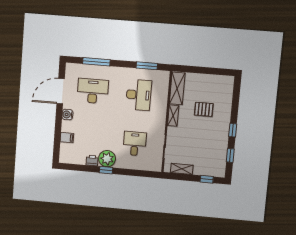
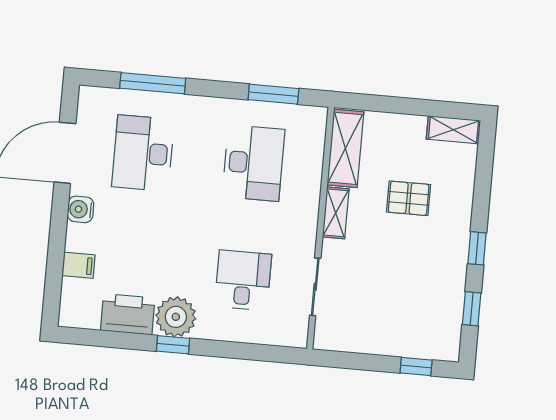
desk: (93, 91) -> (143, 153), turned -90
printer: (92, 160) -> (128, 314), width x1.87, depth x1.48
shelving: (182, 169) -> (453, 130), moved

